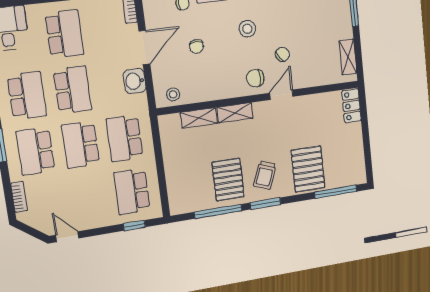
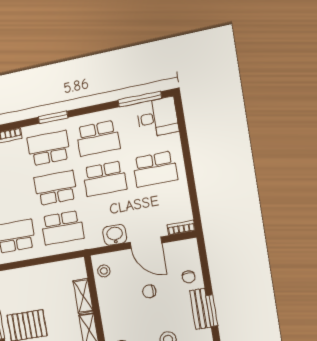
school desk: (125, 138) -> (62, 228), turned 180

